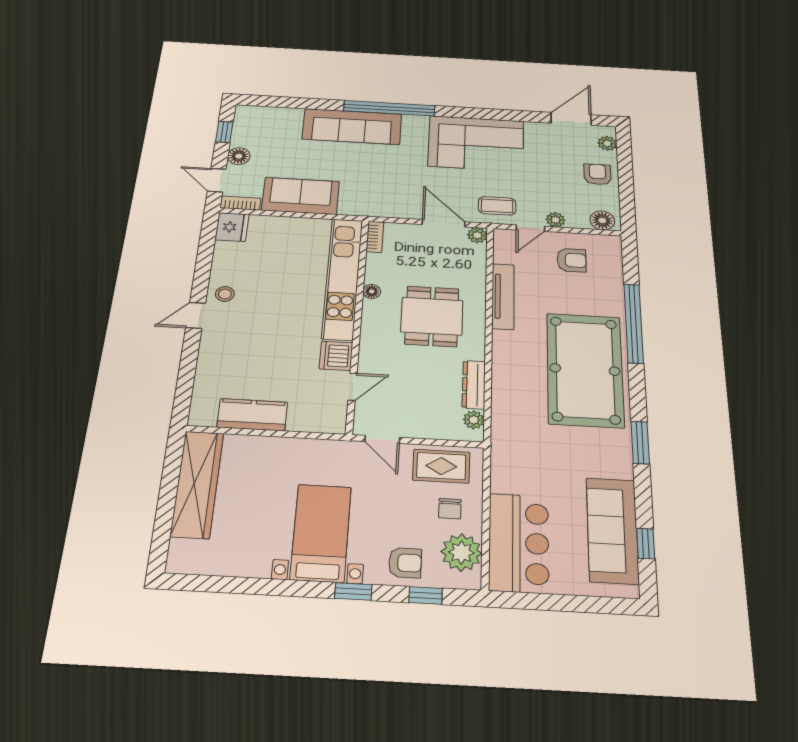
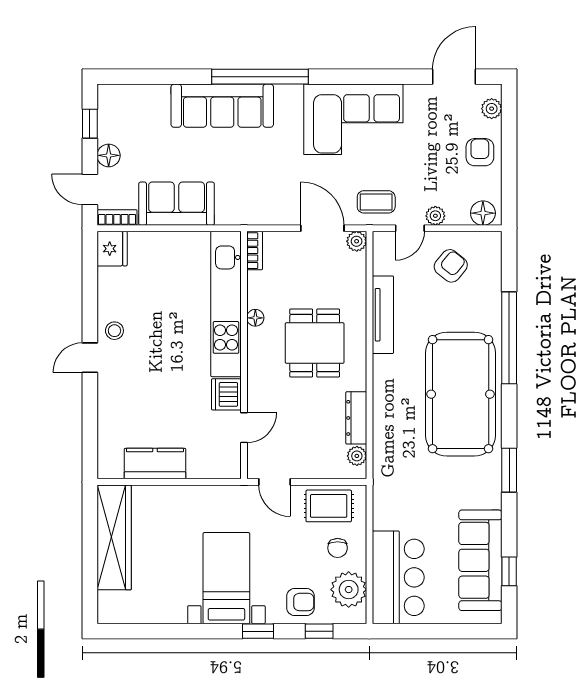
armchair: (572, 260) -> (451, 266), turned -51

